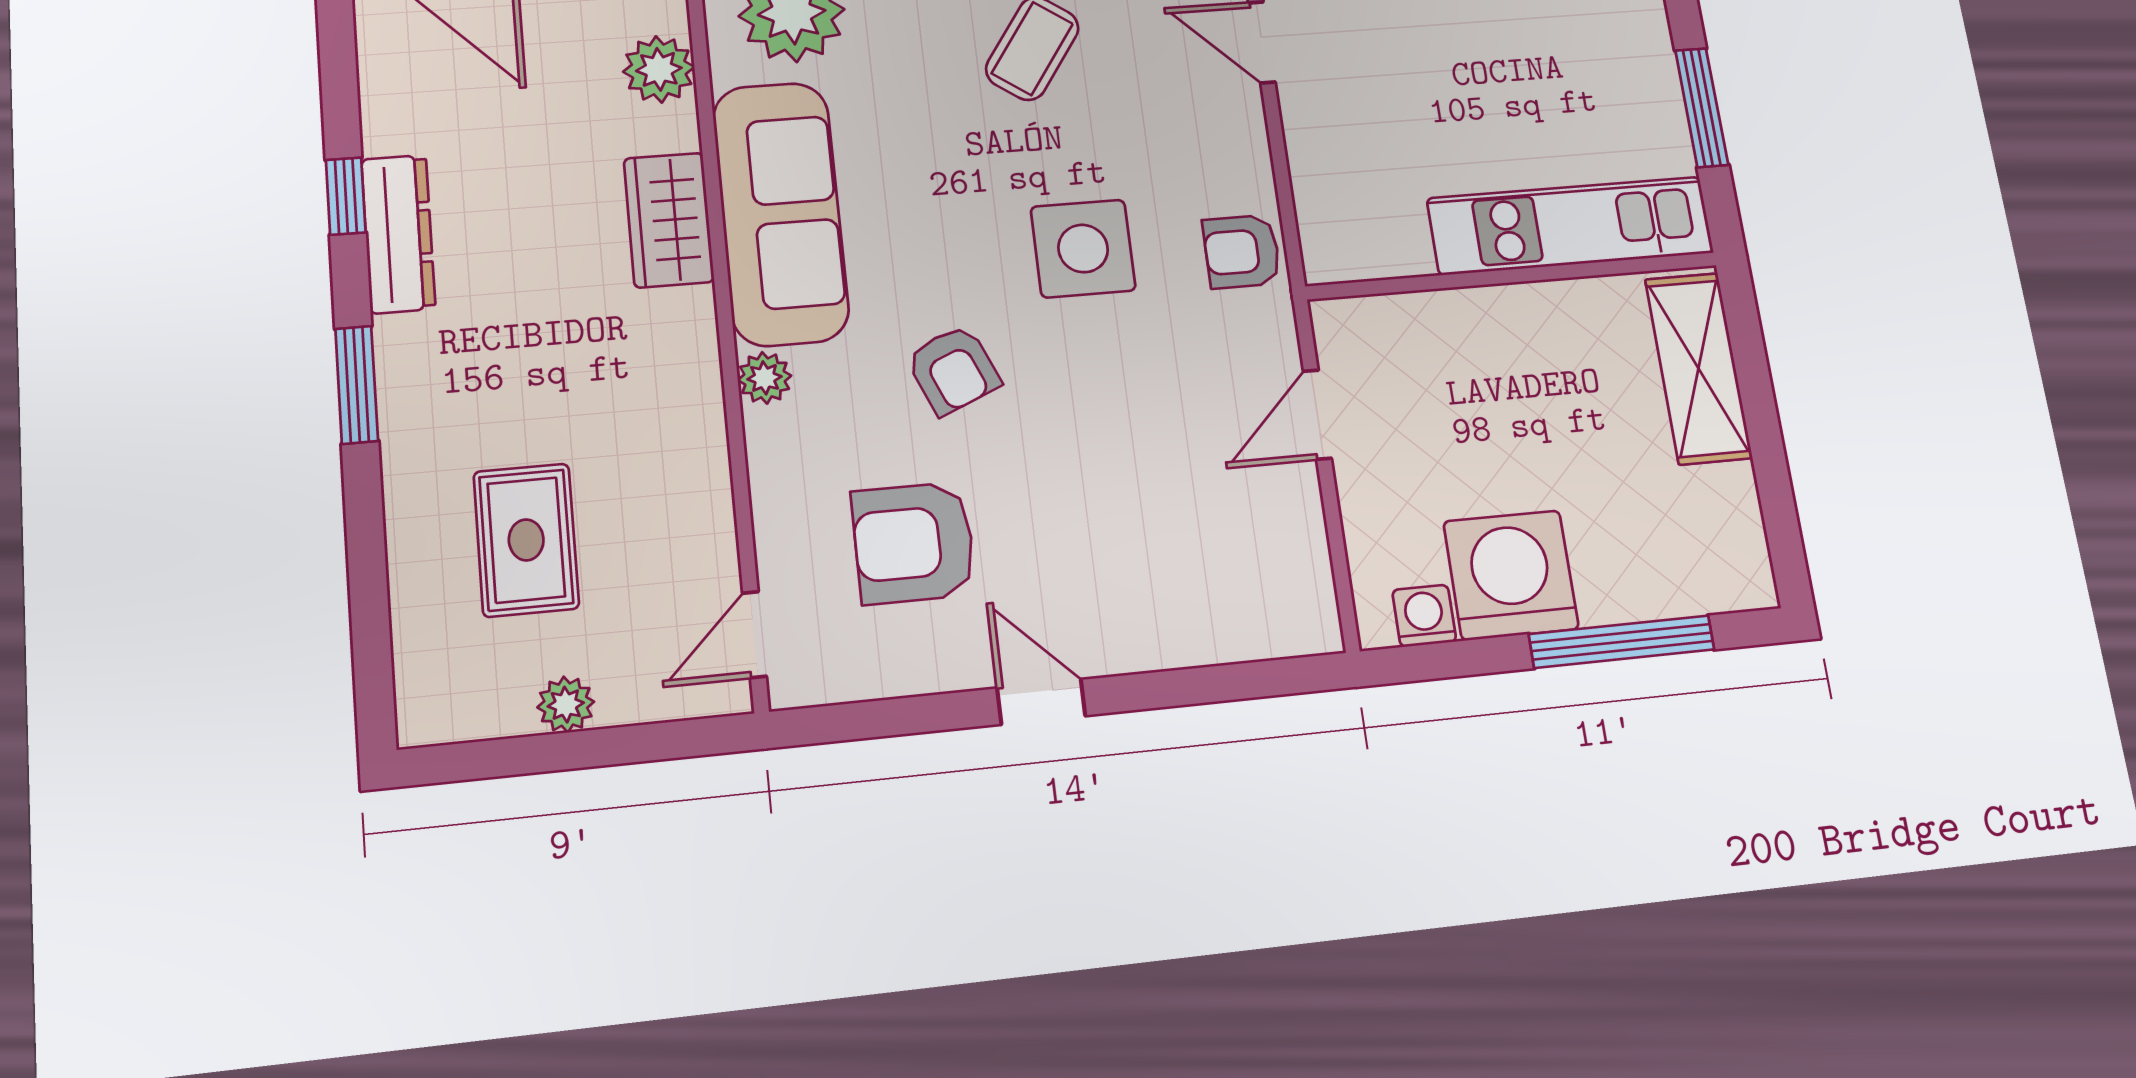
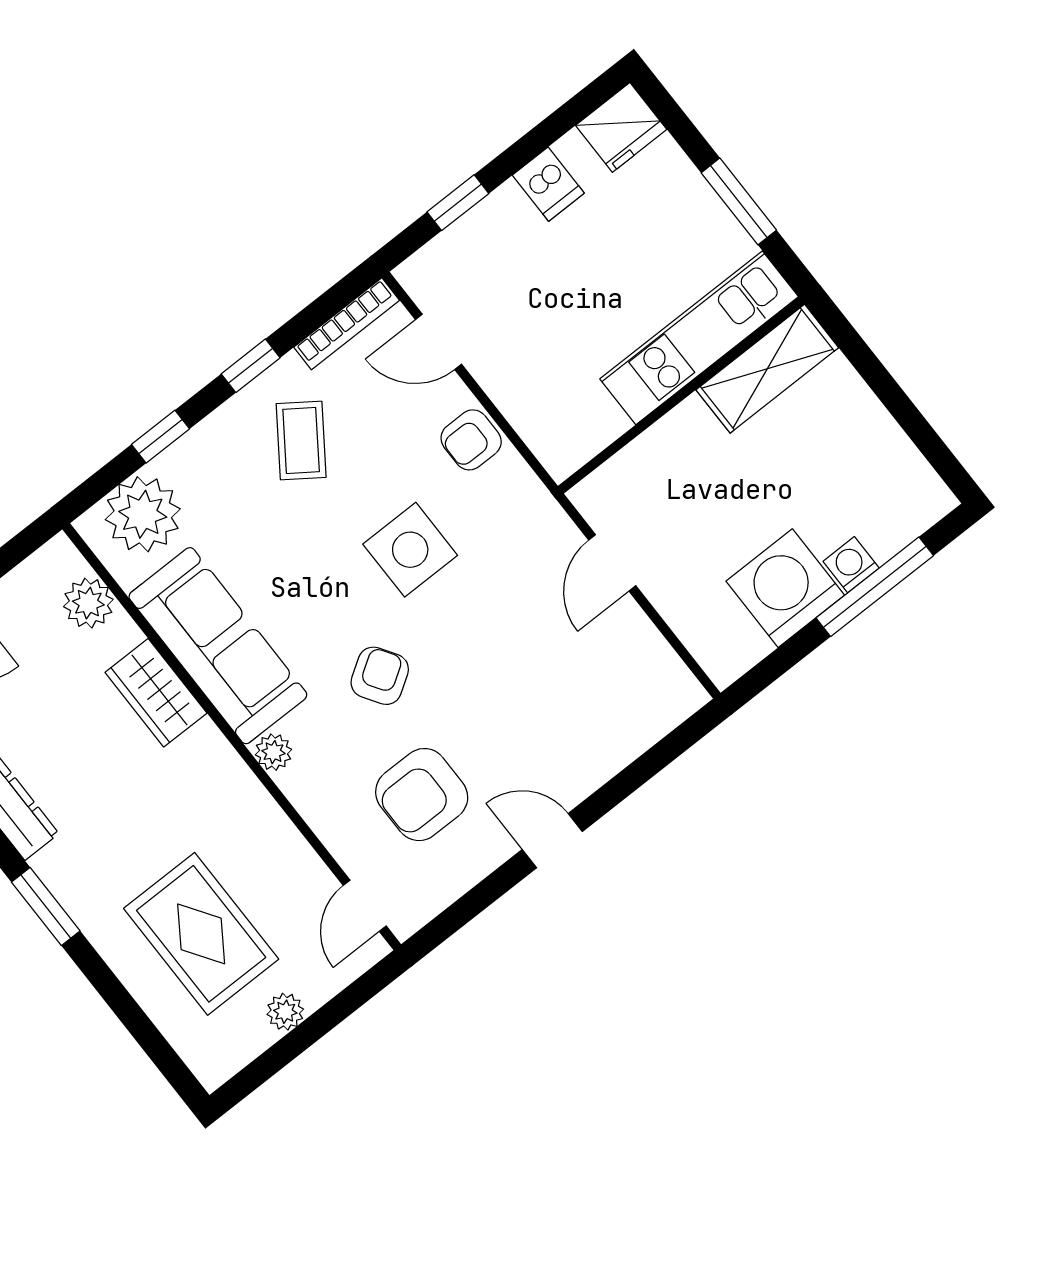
armchair: (1242, 252) -> (471, 440), moved
shelving: (1698, 368) -> (767, 369), moved, turned 90
armchair: (953, 370) -> (380, 676), turned -100
rug: (526, 540) -> (201, 934), width x1.36, depth x1.43
washing machine: (1424, 616) -> (851, 565), moved

